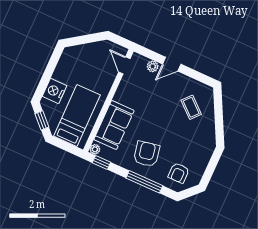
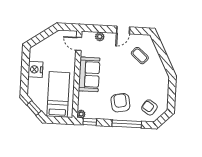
door: (172, 64) -> (123, 30), moved
nightstand: (54, 91) -> (35, 69), moved
sofa: (114, 125) -> (89, 74), moved
armchair: (179, 173) -> (149, 107), turned 123

